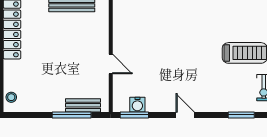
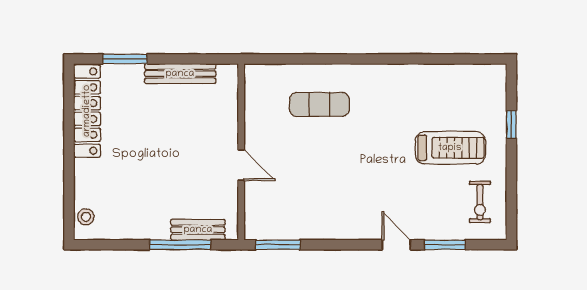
exercise mat: (161, 25) -> (319, 104), added
water cooler: (137, 105) -> (283, 228), removed
door: (185, 115) -> (396, 245), moved

